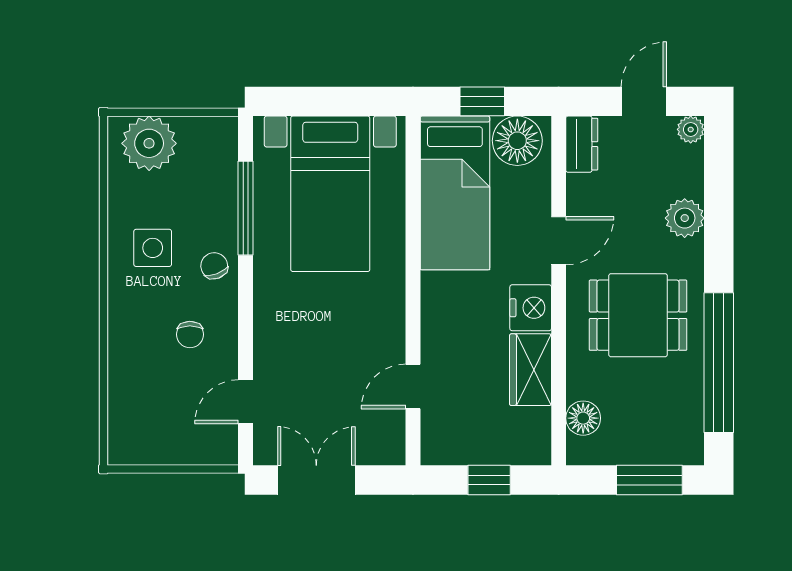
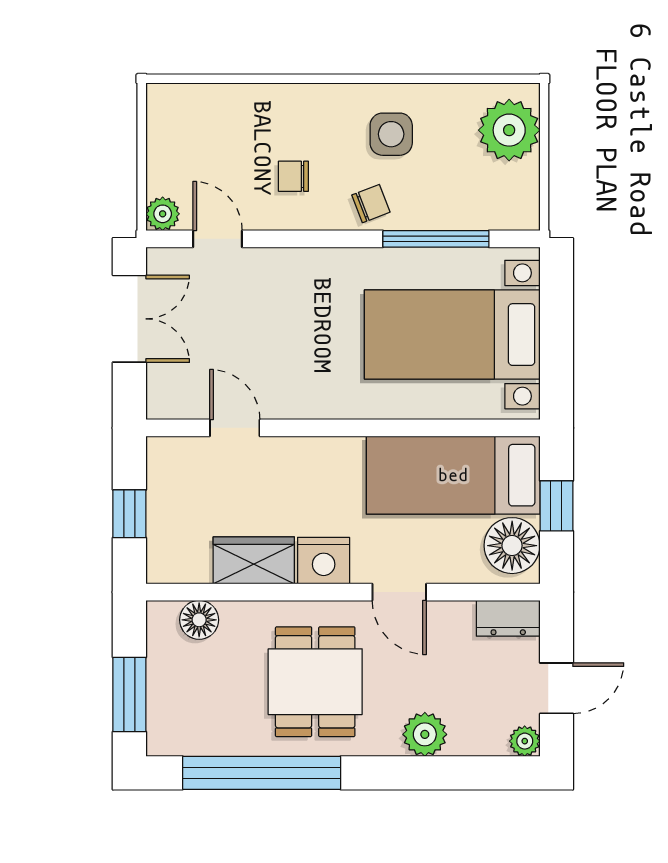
door: (644, 101) -> (556, 688), hinge flipped
plant: (223, 450) -> (163, 214), added

